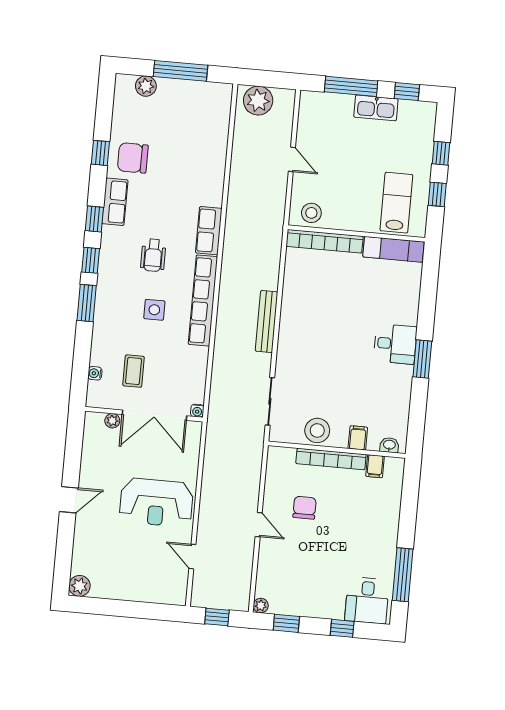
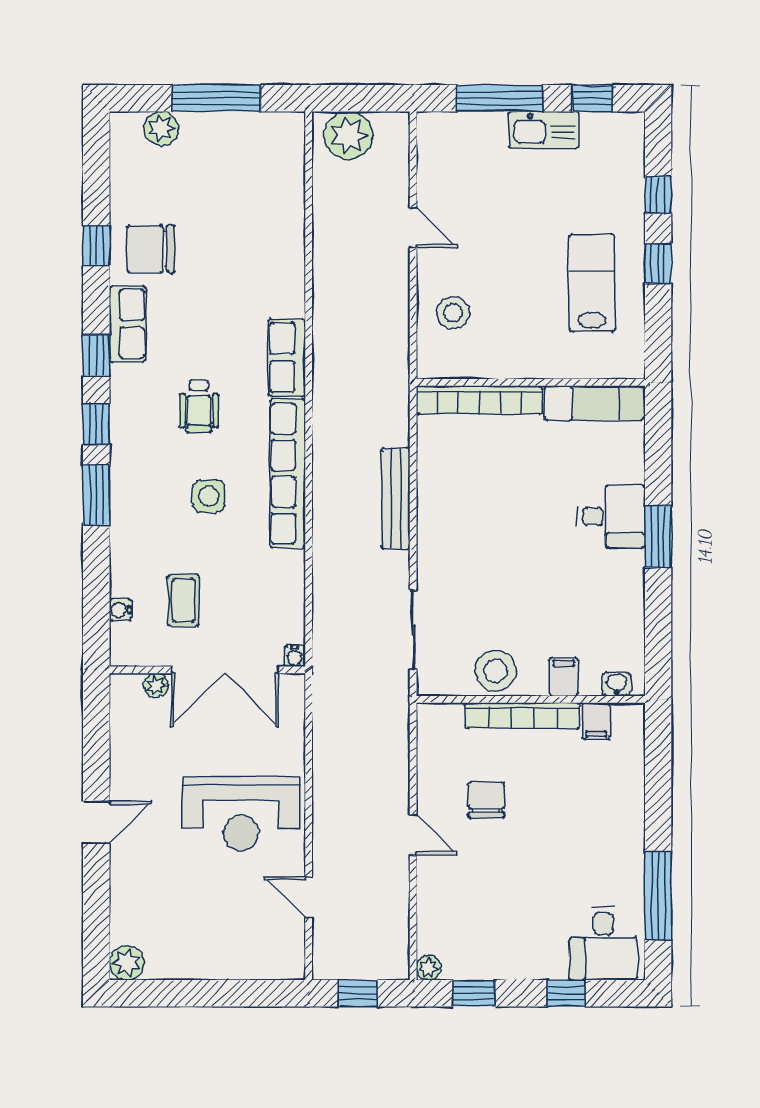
wall: (356, 234) -> (531, 382), moved
bookcase: (325, 241) -> (479, 400), moved
exam couch: (394, 249) -> (594, 403), moved

